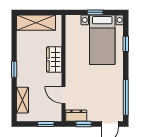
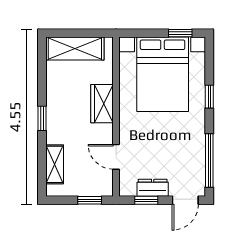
window: (95, 12) -> (180, 33), moved
bed with nightstands: (102, 40) -> (163, 74), width x1.36
window: (126, 44) -> (209, 97), moved
dresser: (76, 116) -> (153, 188), moved

